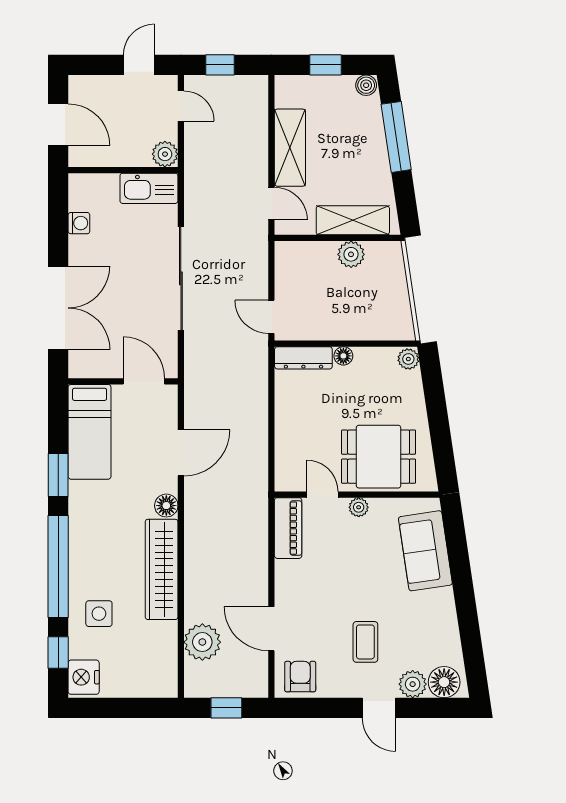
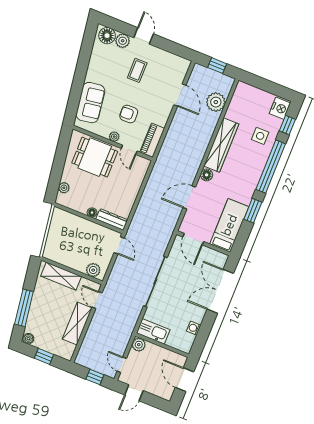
plant: (351, 254) -> (93, 270), moved
plant: (408, 359) -> (64, 188), moved
armchair: (300, 677) -> (129, 114), moved, turned 88

